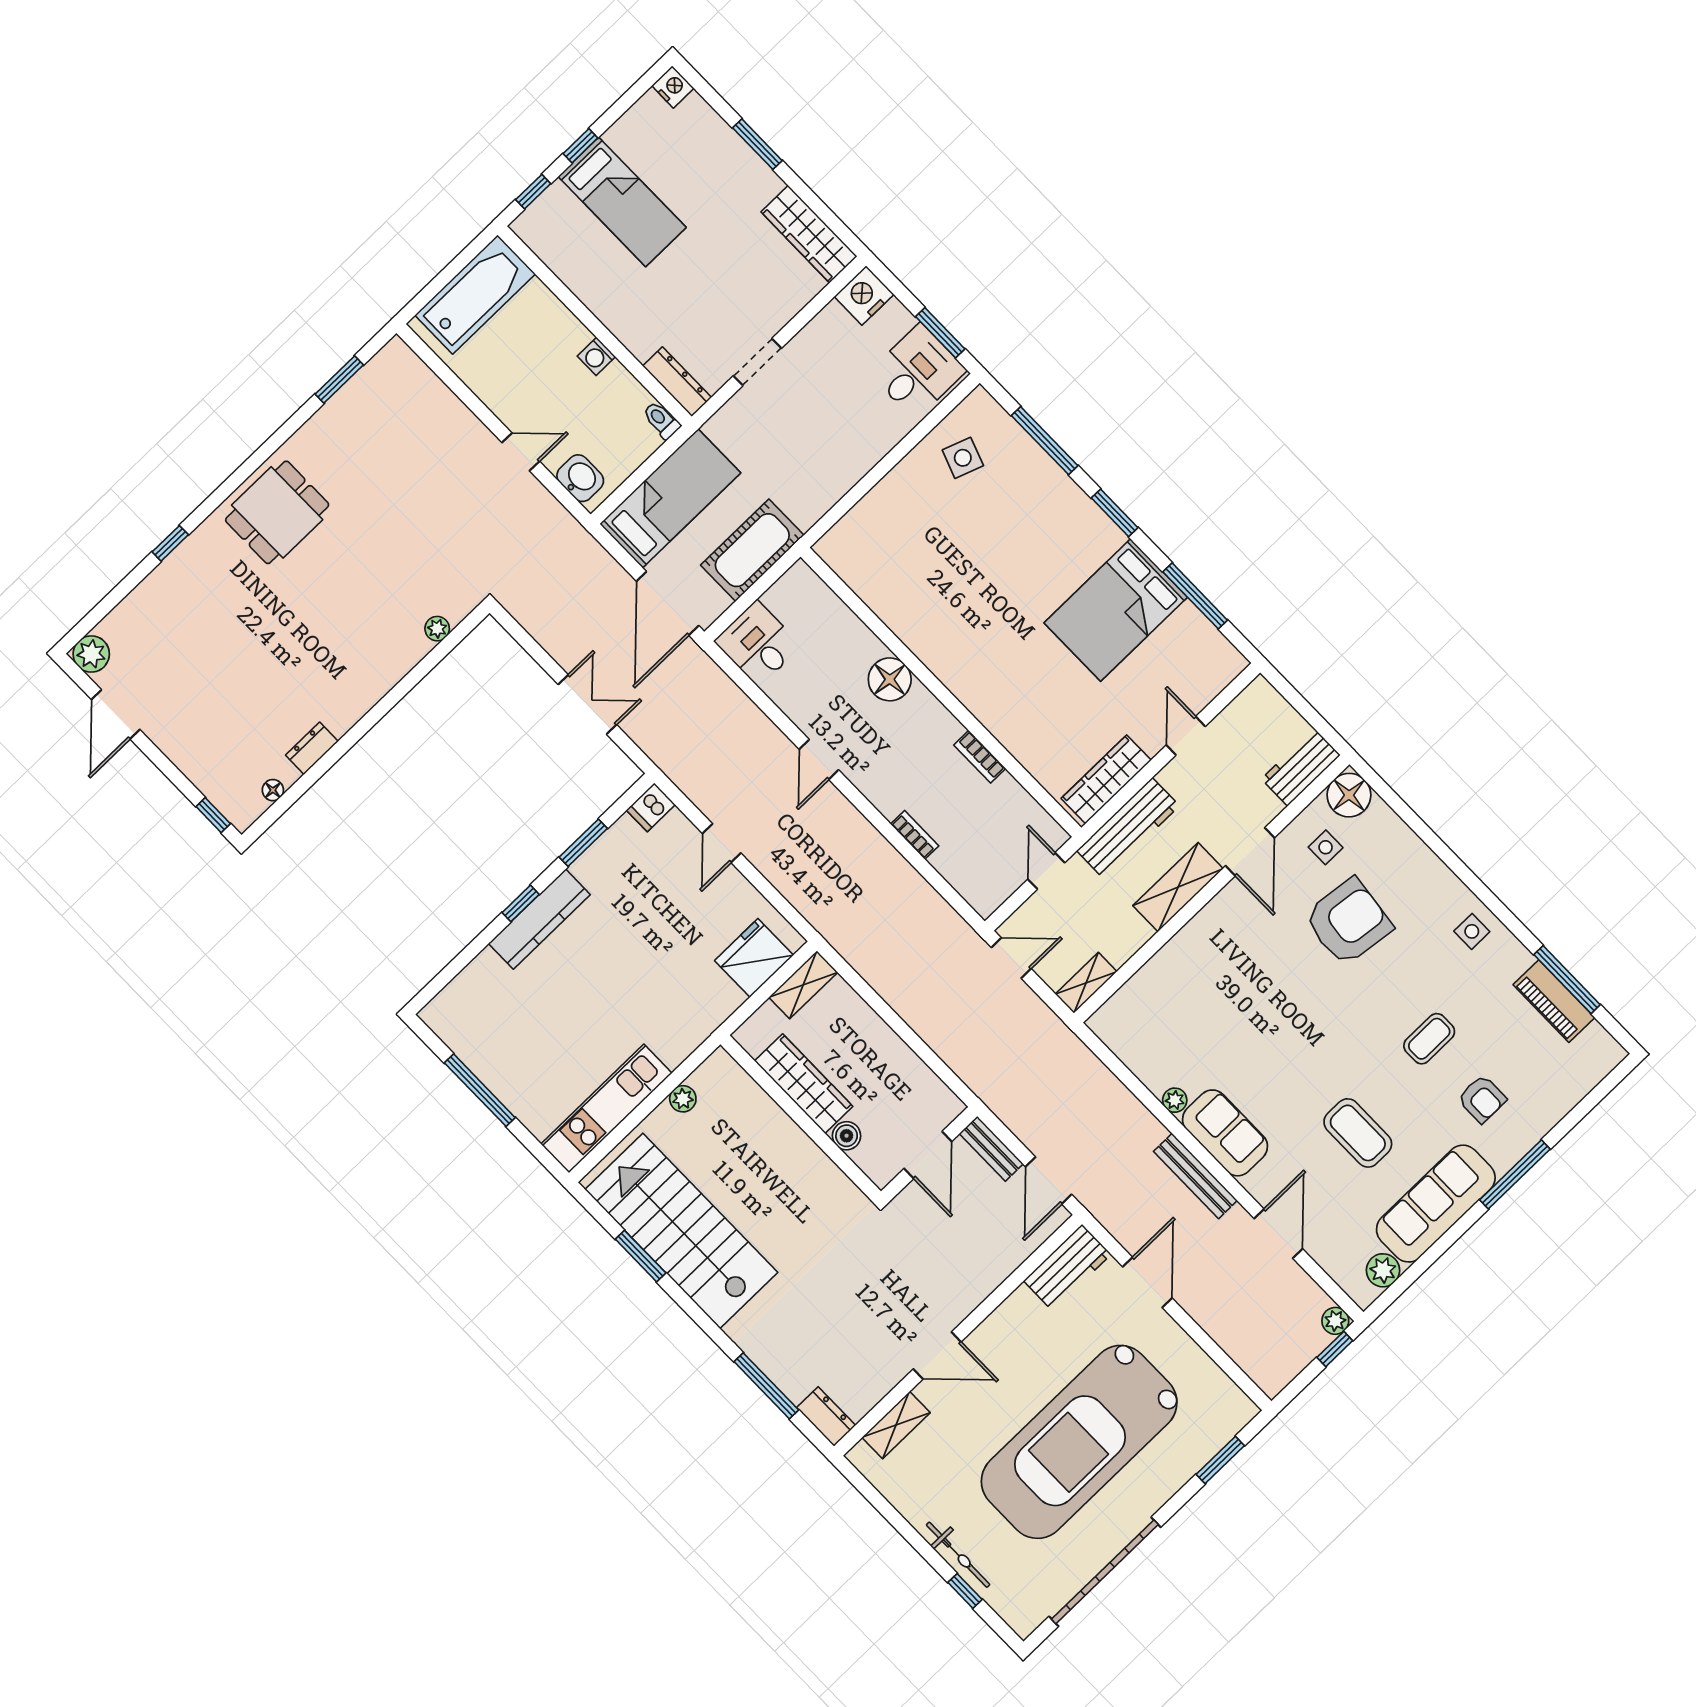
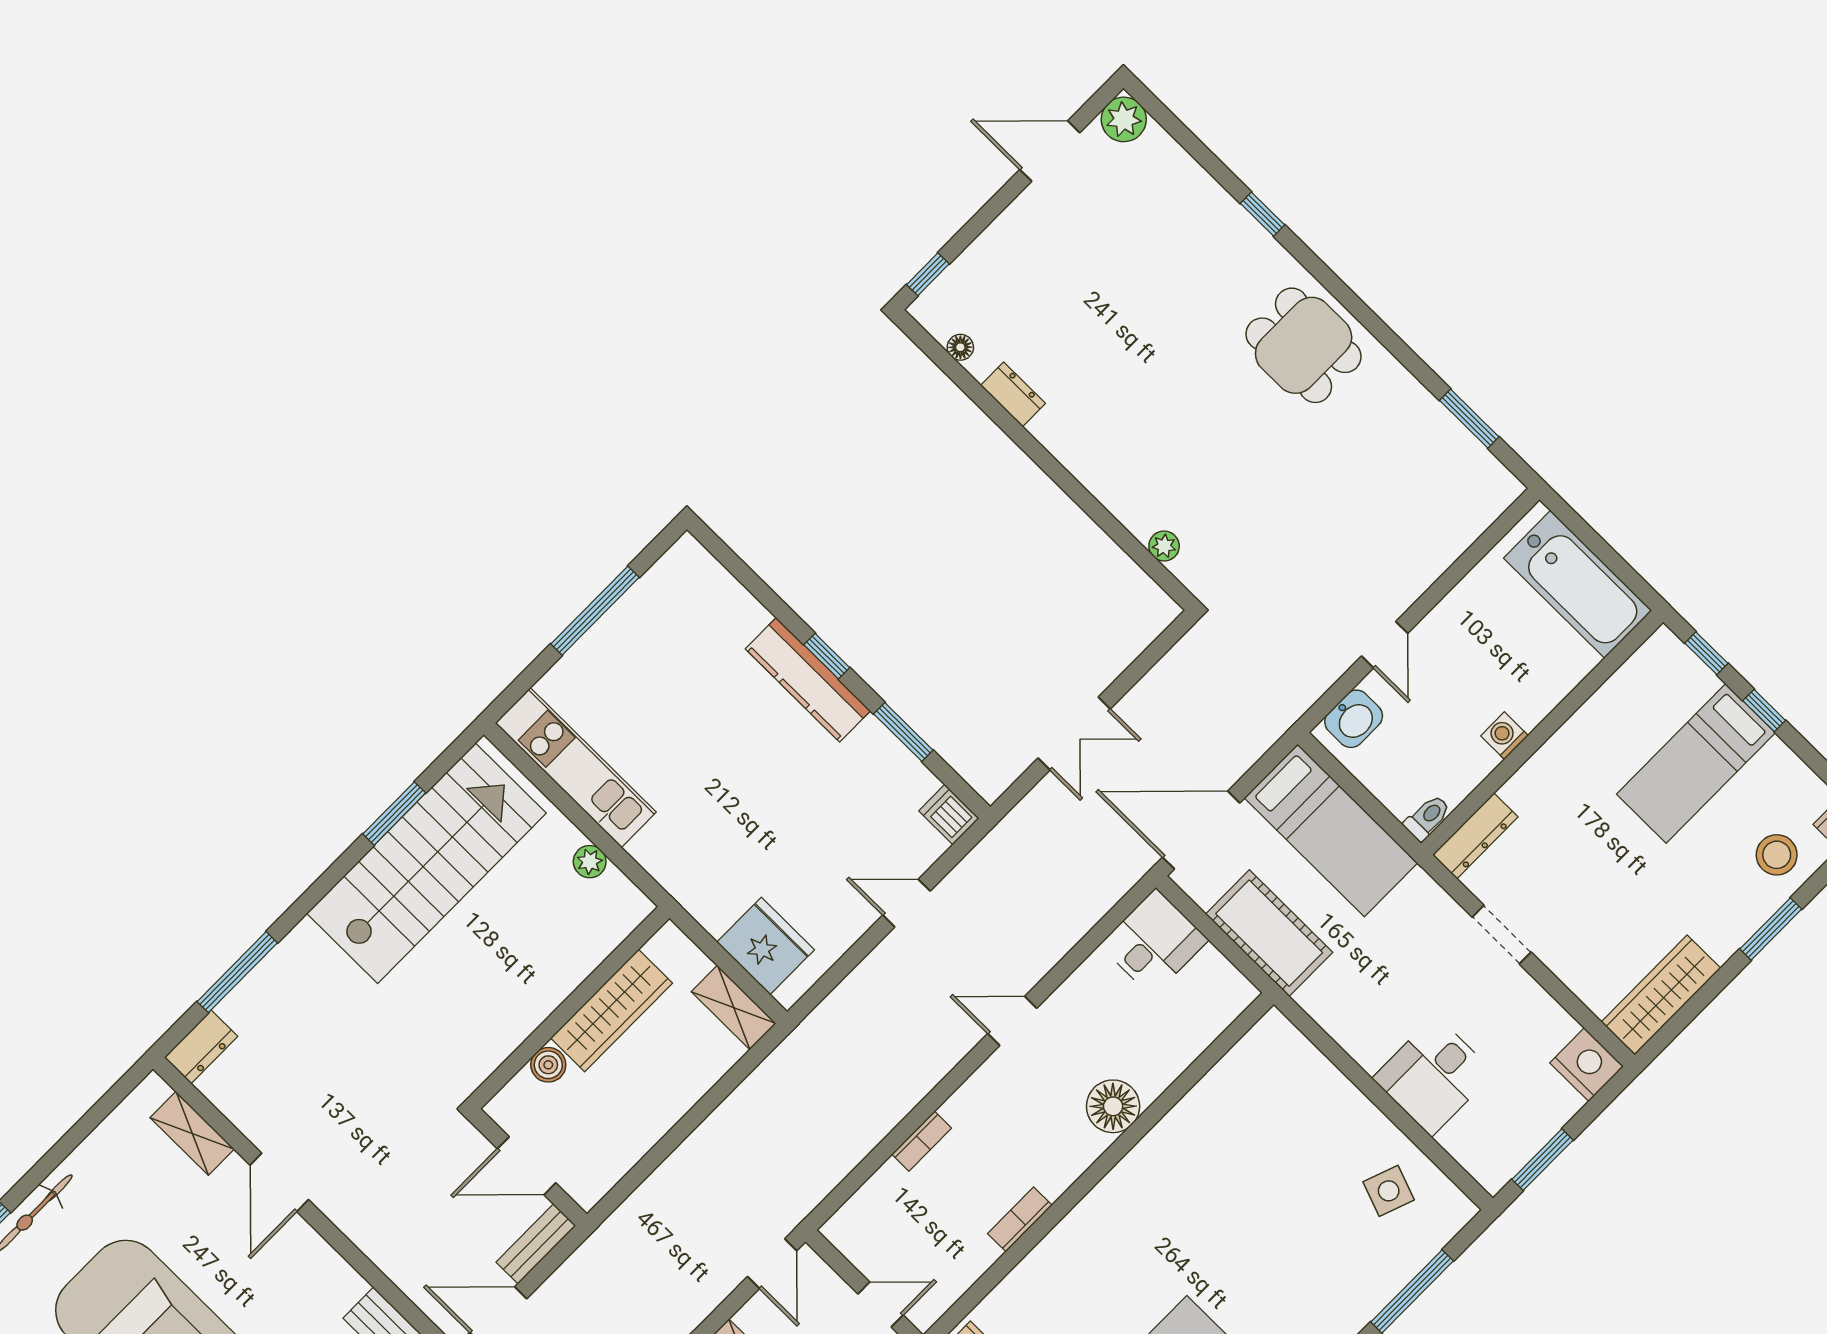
stool: (697, 138) -> (1777, 855), added
desk: (918, 371) -> (1433, 1076), moved, turned 90

